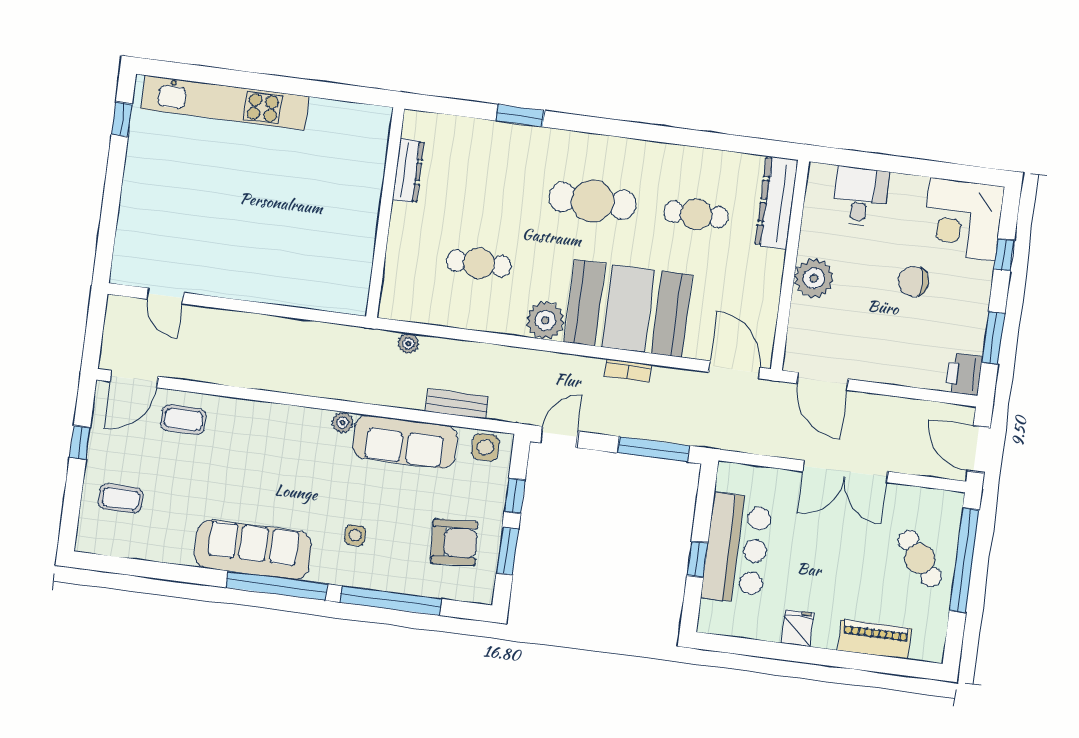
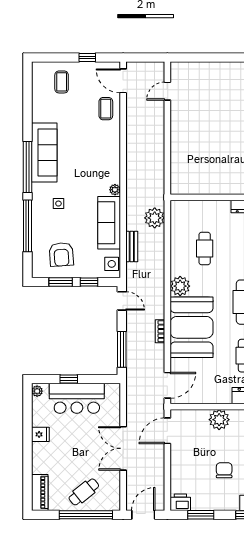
plant: (408, 344) -> (155, 218), width x1.88, depth x1.88
plant: (713, 624) -> (37, 391), added
piano: (875, 639) -> (40, 492), moved

